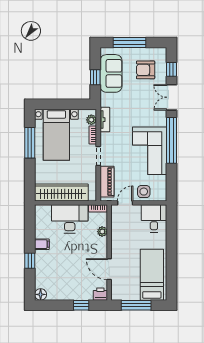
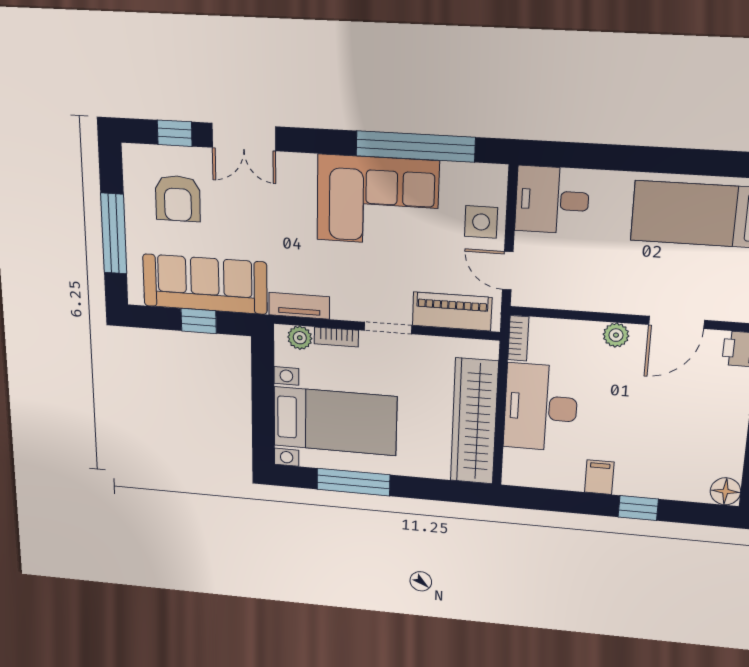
sofa: (111, 73) -> (205, 284), width x1.36
window: (171, 140) -> (415, 146), moved
plant: (102, 232) -> (616, 335), moved

